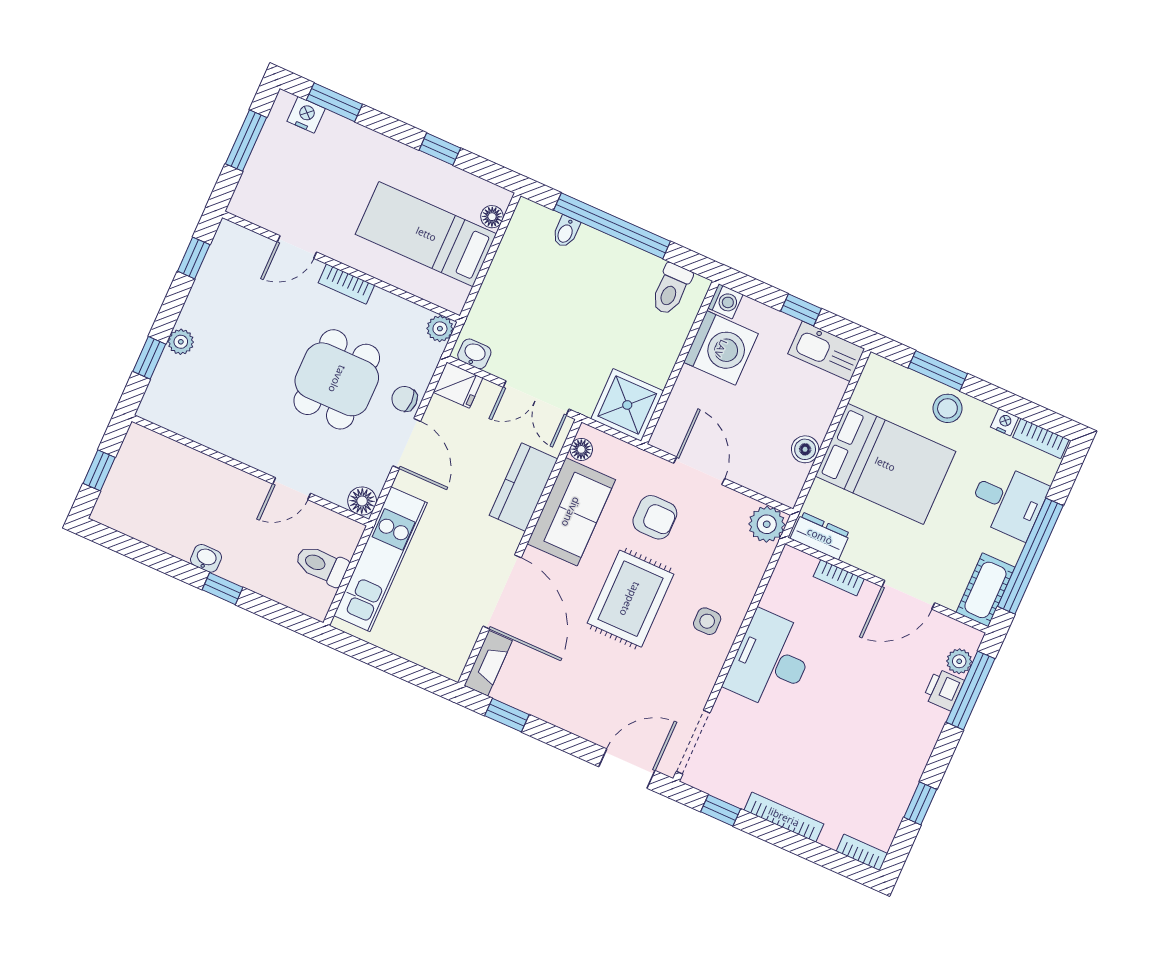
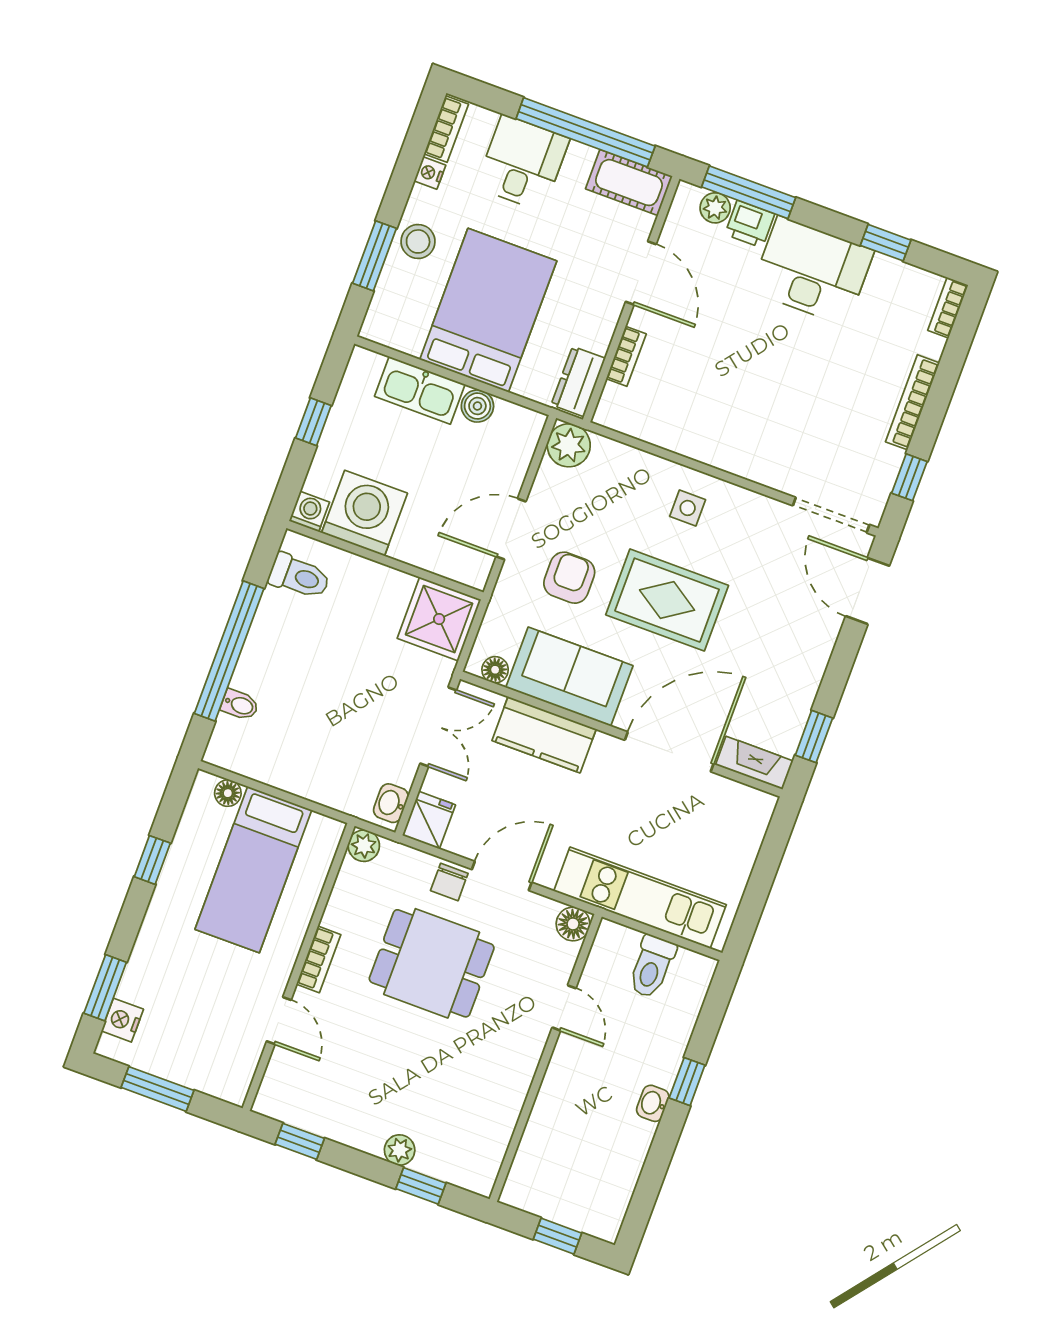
kitchen sink: (826, 351) -> (420, 390), moved, turned 90
desk: (771, 660) -> (812, 271), moved, turned 180

